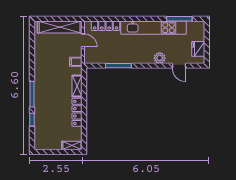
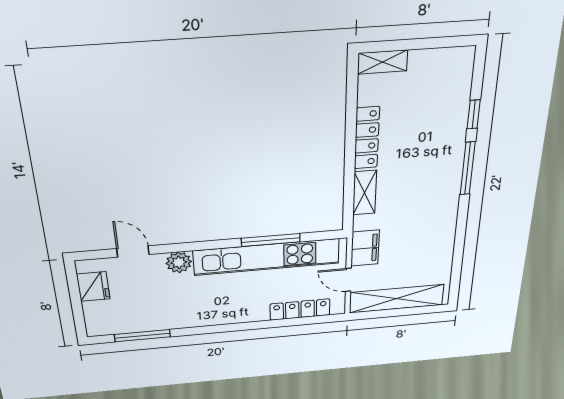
kitchen unit: (154, 28) -> (267, 257), moved, turned 180
filing cabinet: (76, 62) -> (365, 248), width x2.00

